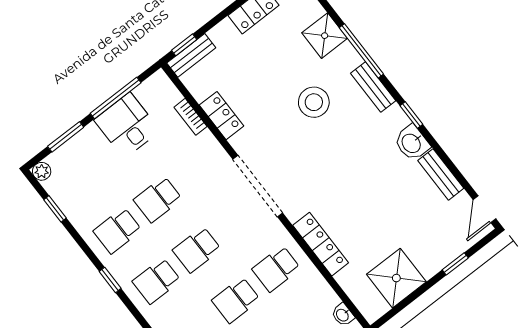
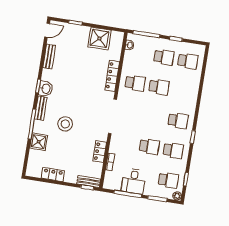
washbasin: (412, 143) -> (46, 89), moved
school desk: (197, 250) -> (168, 180), moved

